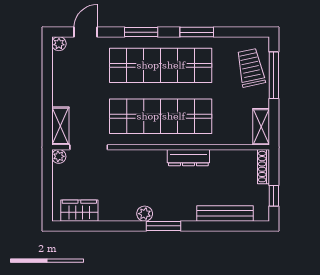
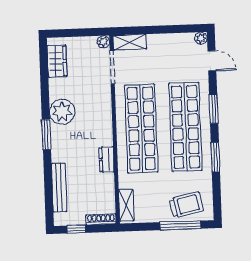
shelving: (261, 127) -> (126, 205), moved, turned 90
dresser: (188, 158) -> (107, 159), width x0.70
plant: (145, 214) -> (62, 112), width x1.87, depth x1.87

